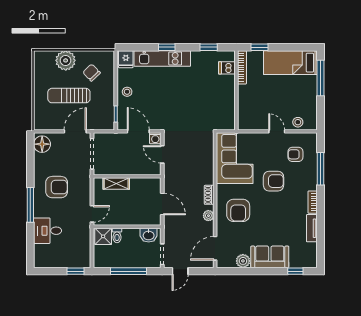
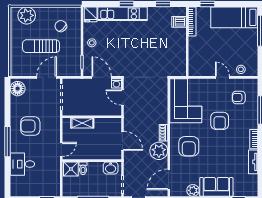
plant: (66, 60) -> (27, 15), moved
armchair: (274, 181) -> (220, 121), turned 90
armchair: (57, 187) -> (30, 126), turned 180
plant: (208, 216) -> (159, 151), width x1.88, depth x1.88

